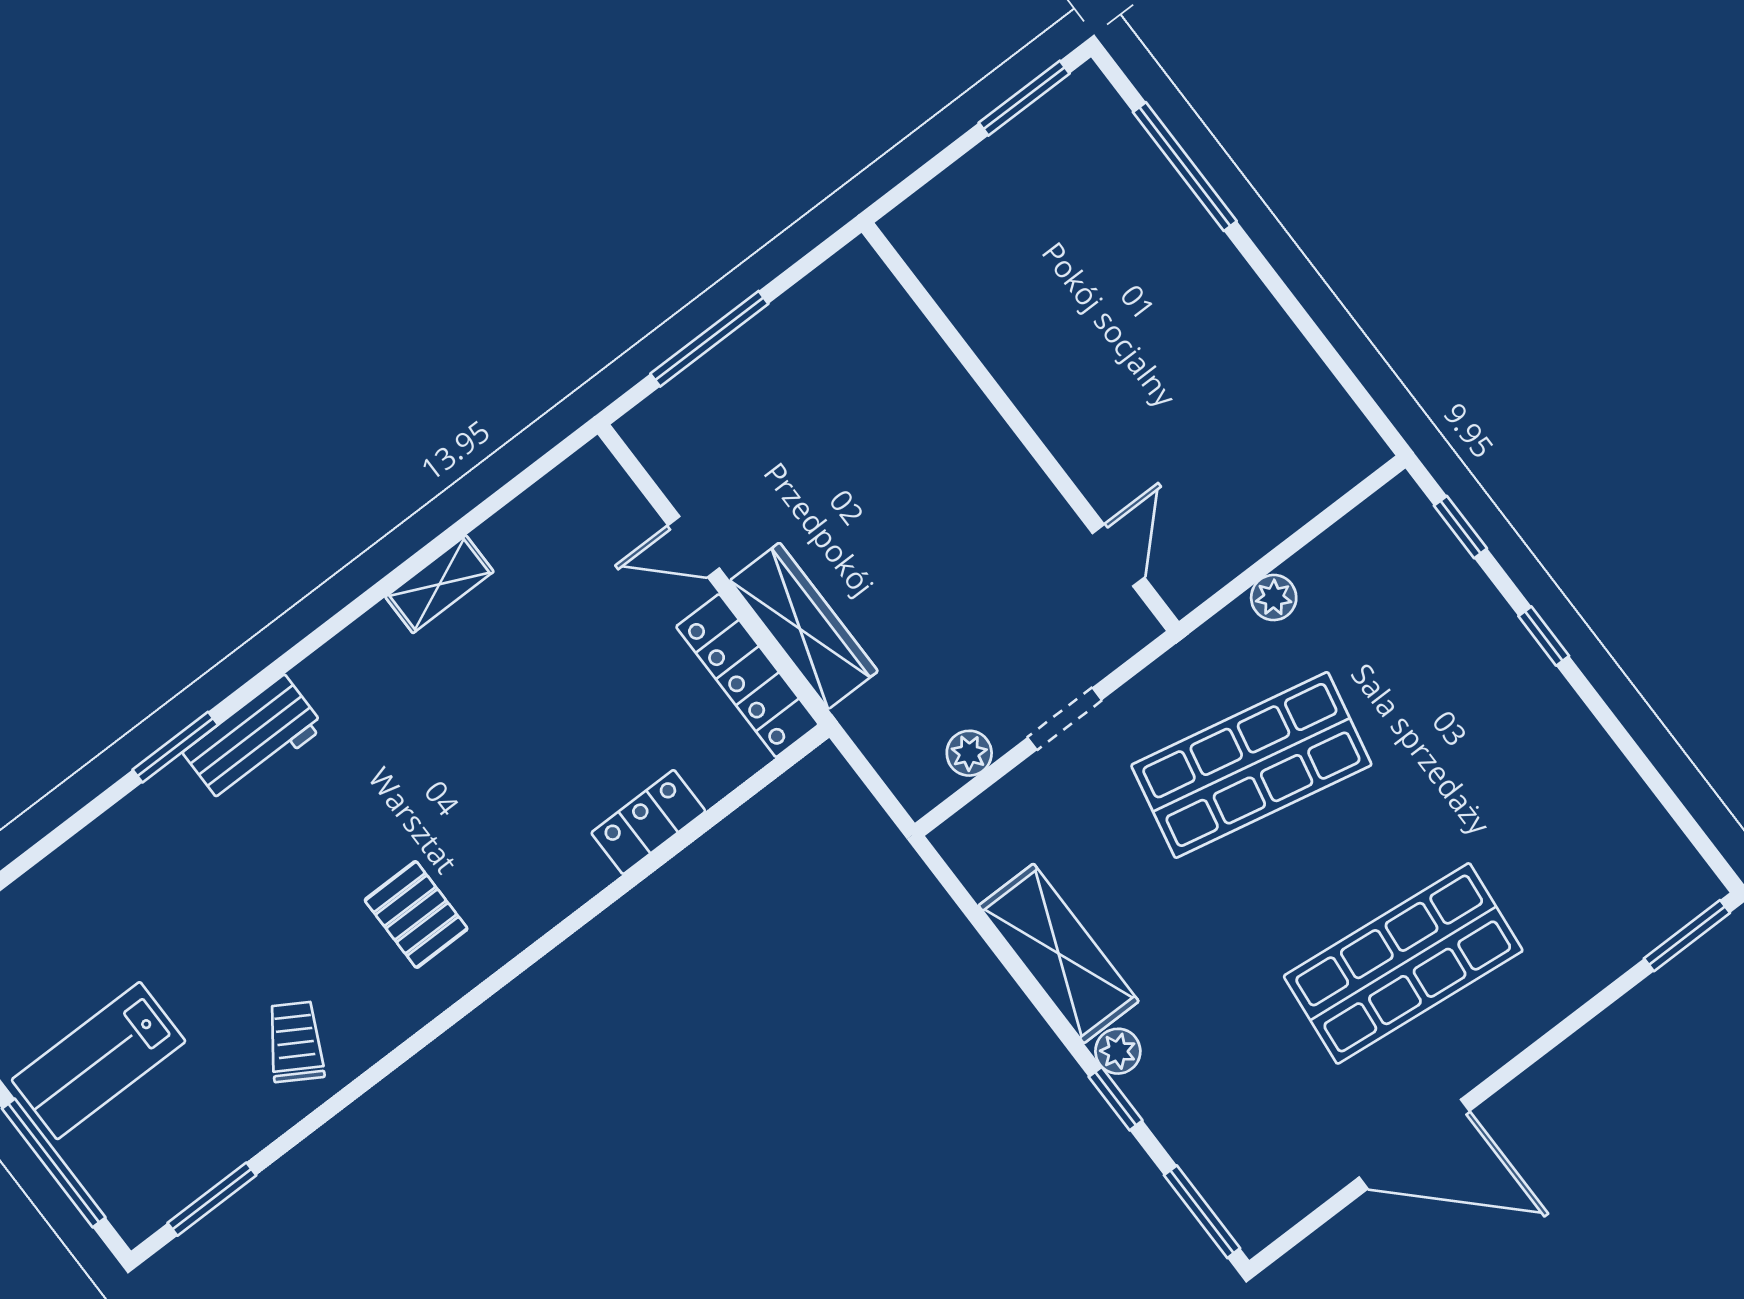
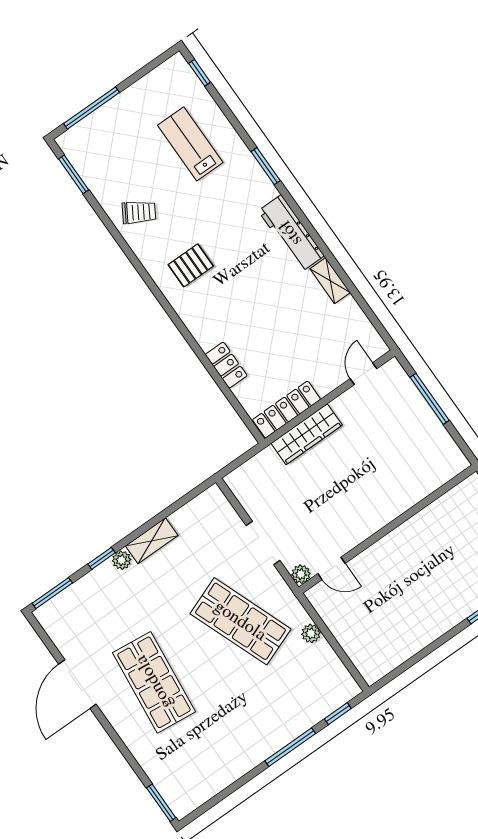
door: (694, 547) -> (363, 374), moved
window: (1544, 636) -> (290, 747), width x2.17
doorway: (1065, 719) -> (263, 543), width x1.38
workbench: (253, 740) -> (291, 233), moved, width x1.38
plant: (969, 753) -> (301, 574), moved
shop shelf: (1251, 765) -> (240, 621), turned -33
shelving: (1059, 953) -> (152, 541), width x0.67, depth x0.75
lab bench: (99, 1061) -> (190, 144), moved

